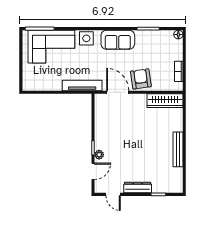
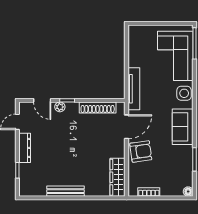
shoe rack: (100, 119) -> (98, 108), added

